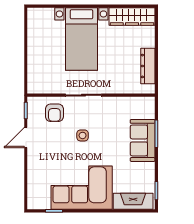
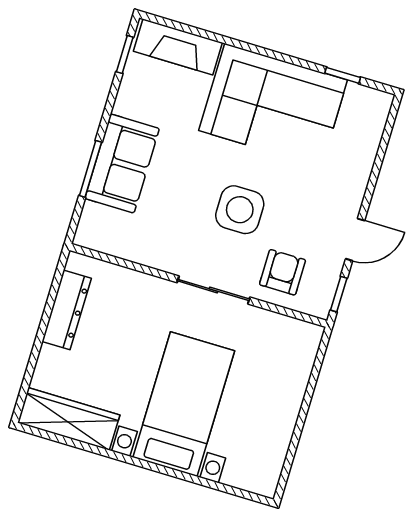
side table: (83, 135) -> (240, 210), width x1.87, depth x1.87

